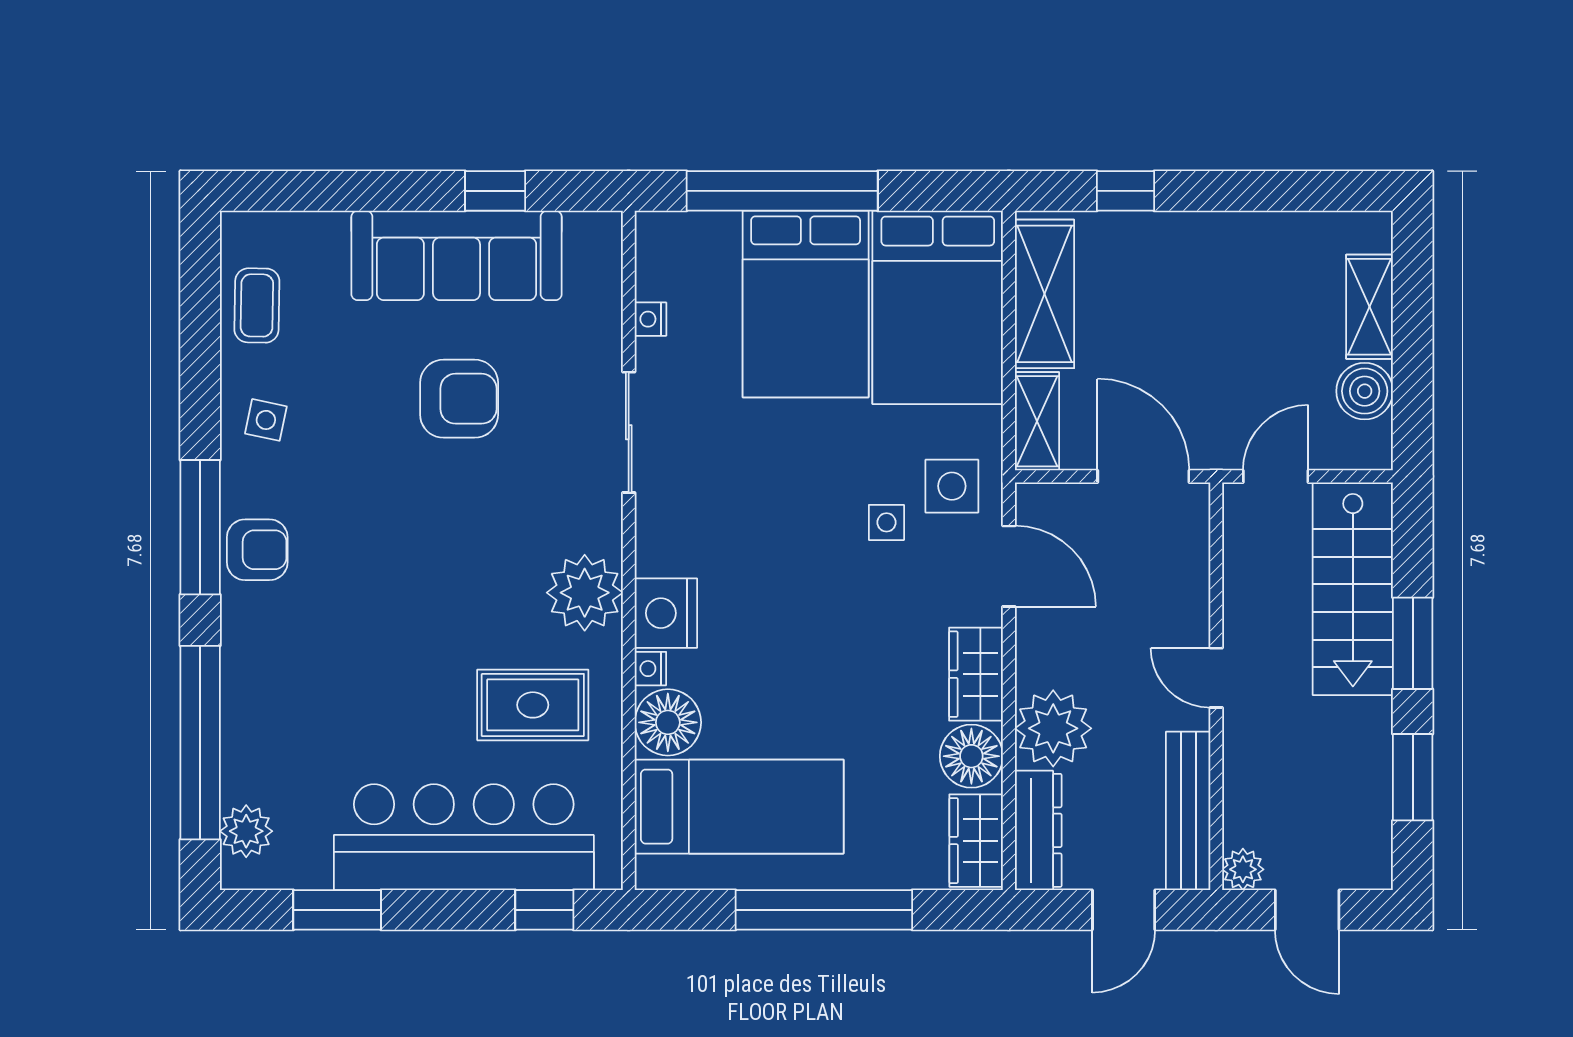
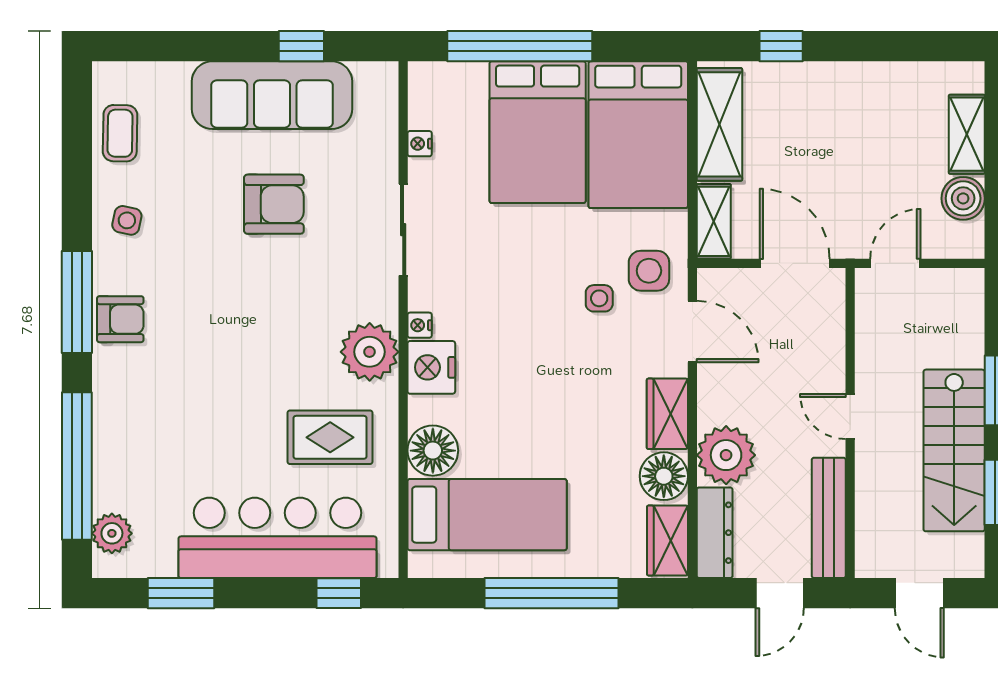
stairs: (1353, 589) -> (954, 450), moved
nightstand: (650, 669) -> (420, 325), moved
plant: (1243, 869) -> (870, 562), removed

